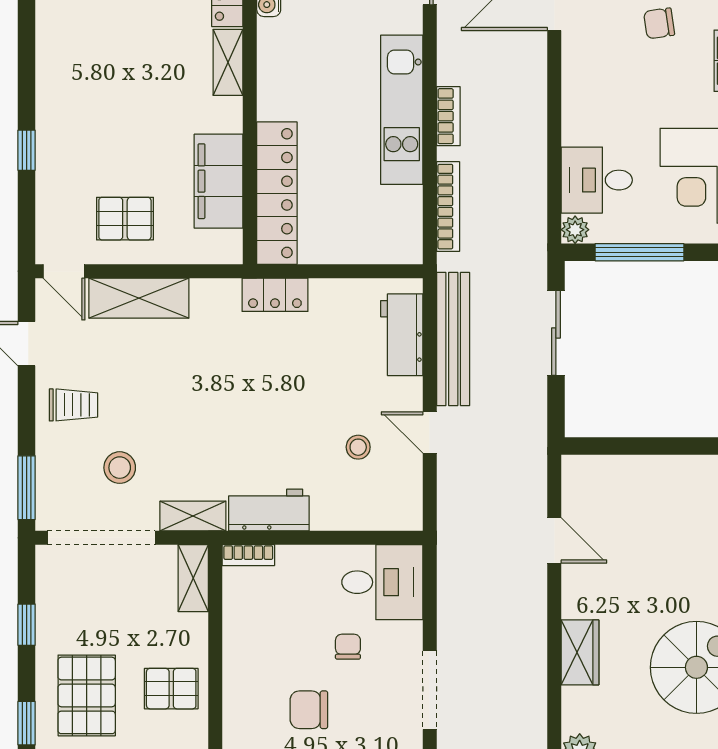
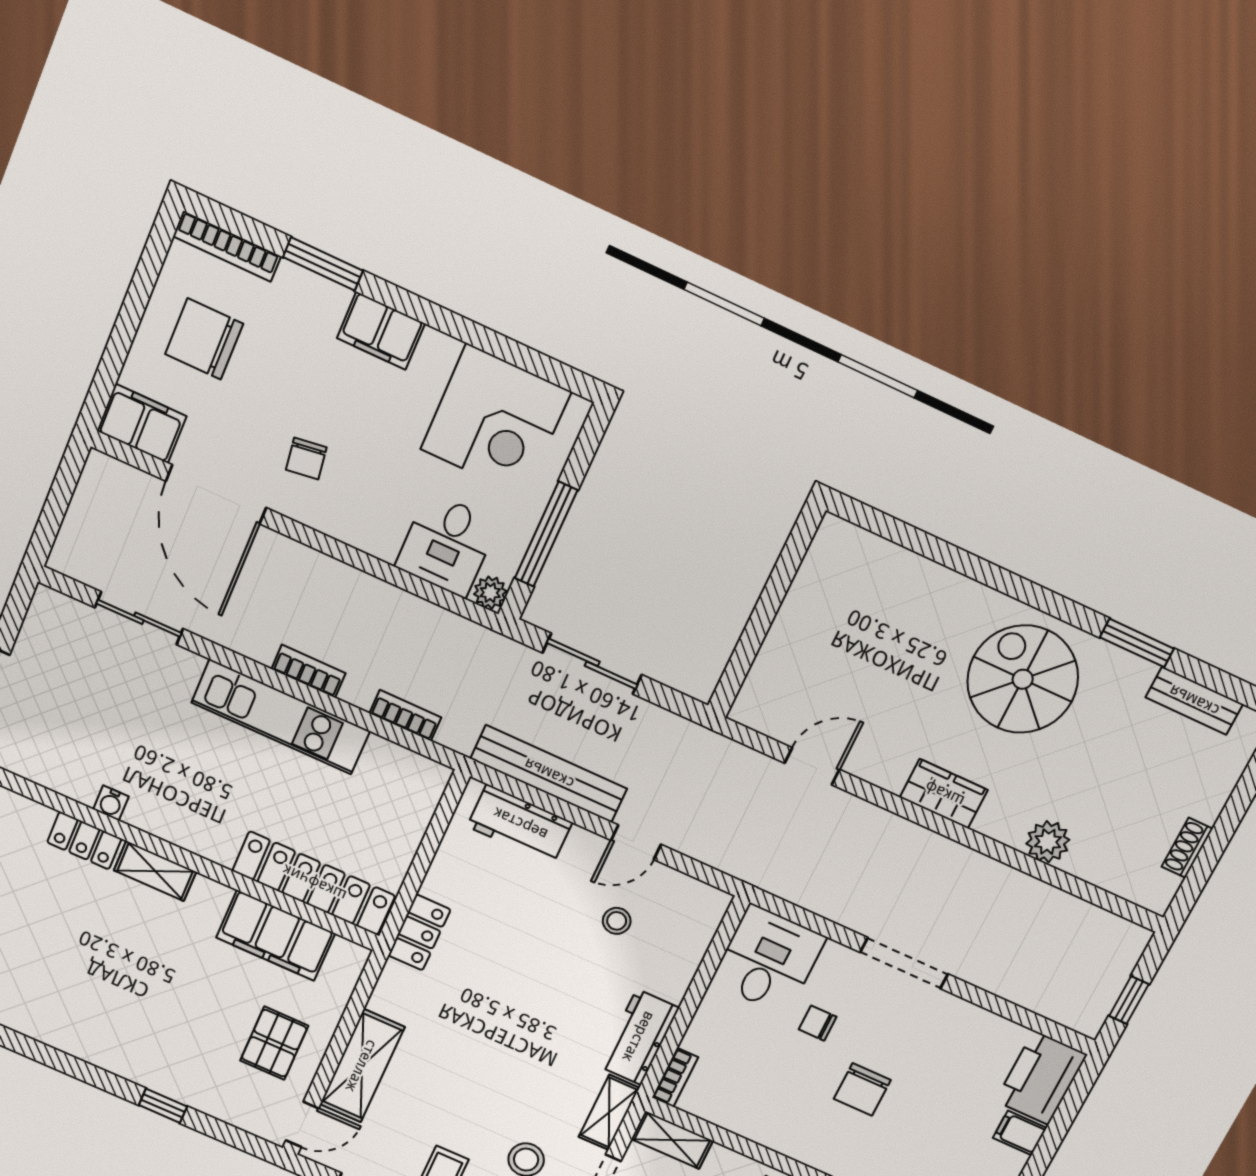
chair: (659, 23) -> (306, 459), moved
bookcase: (448, 207) -> (405, 715), width x0.64

